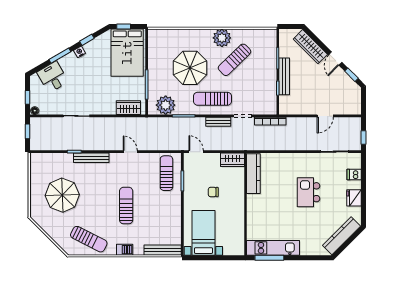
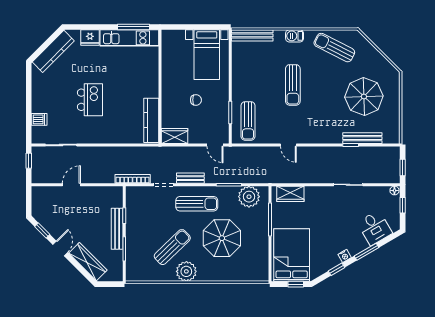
bench: (91, 158) -> (362, 138), moved
fridge: (354, 198) -> (90, 38), moved, turned 90

